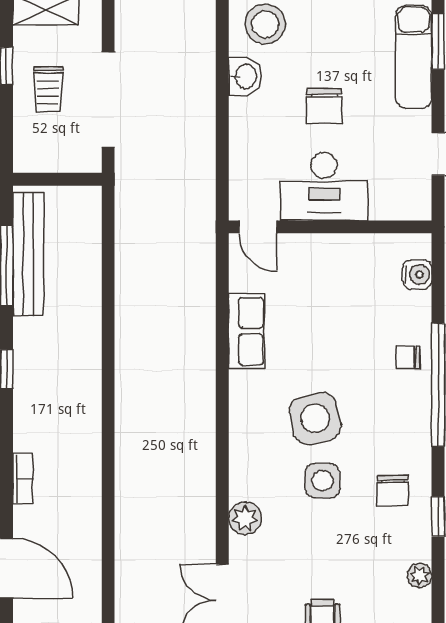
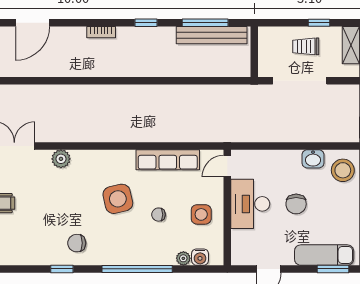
chair: (324, 106) -> (296, 204), turned -90
row of seats: (247, 331) -> (168, 160), width x1.48
chair: (408, 357) -> (159, 215), moved, turned -90
bookcase: (23, 479) -> (101, 32), moved
side table: (322, 481) -> (201, 214), moved
plant: (419, 576) -> (183, 258), moved

